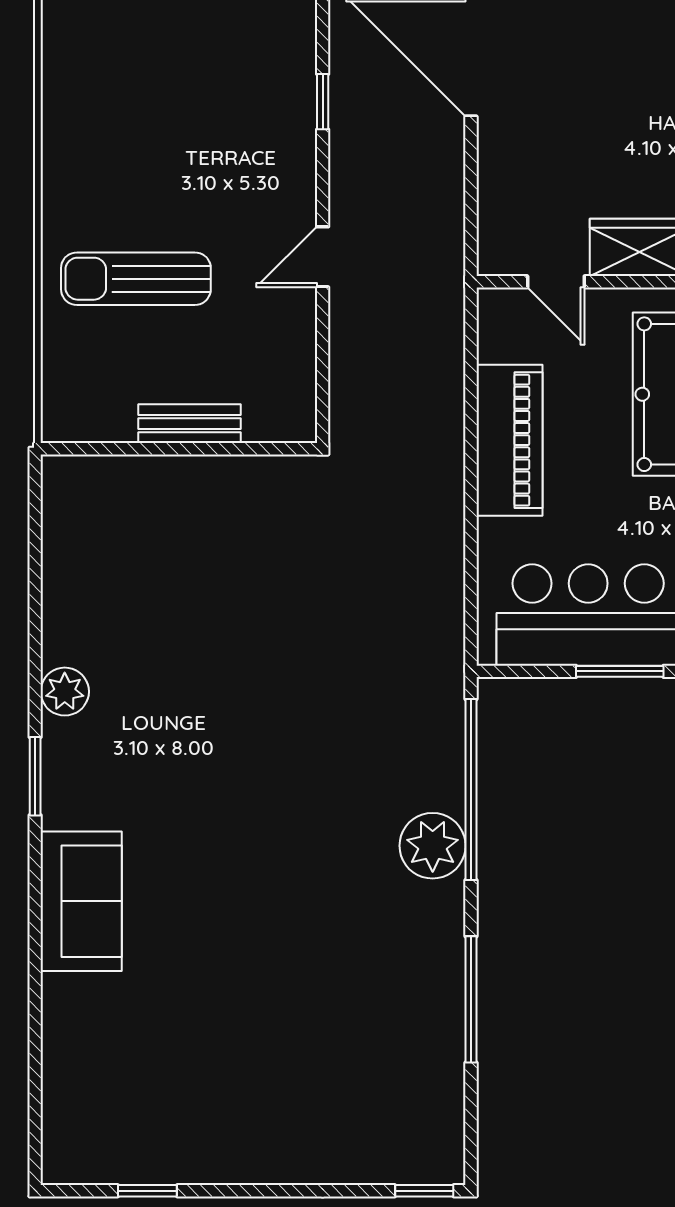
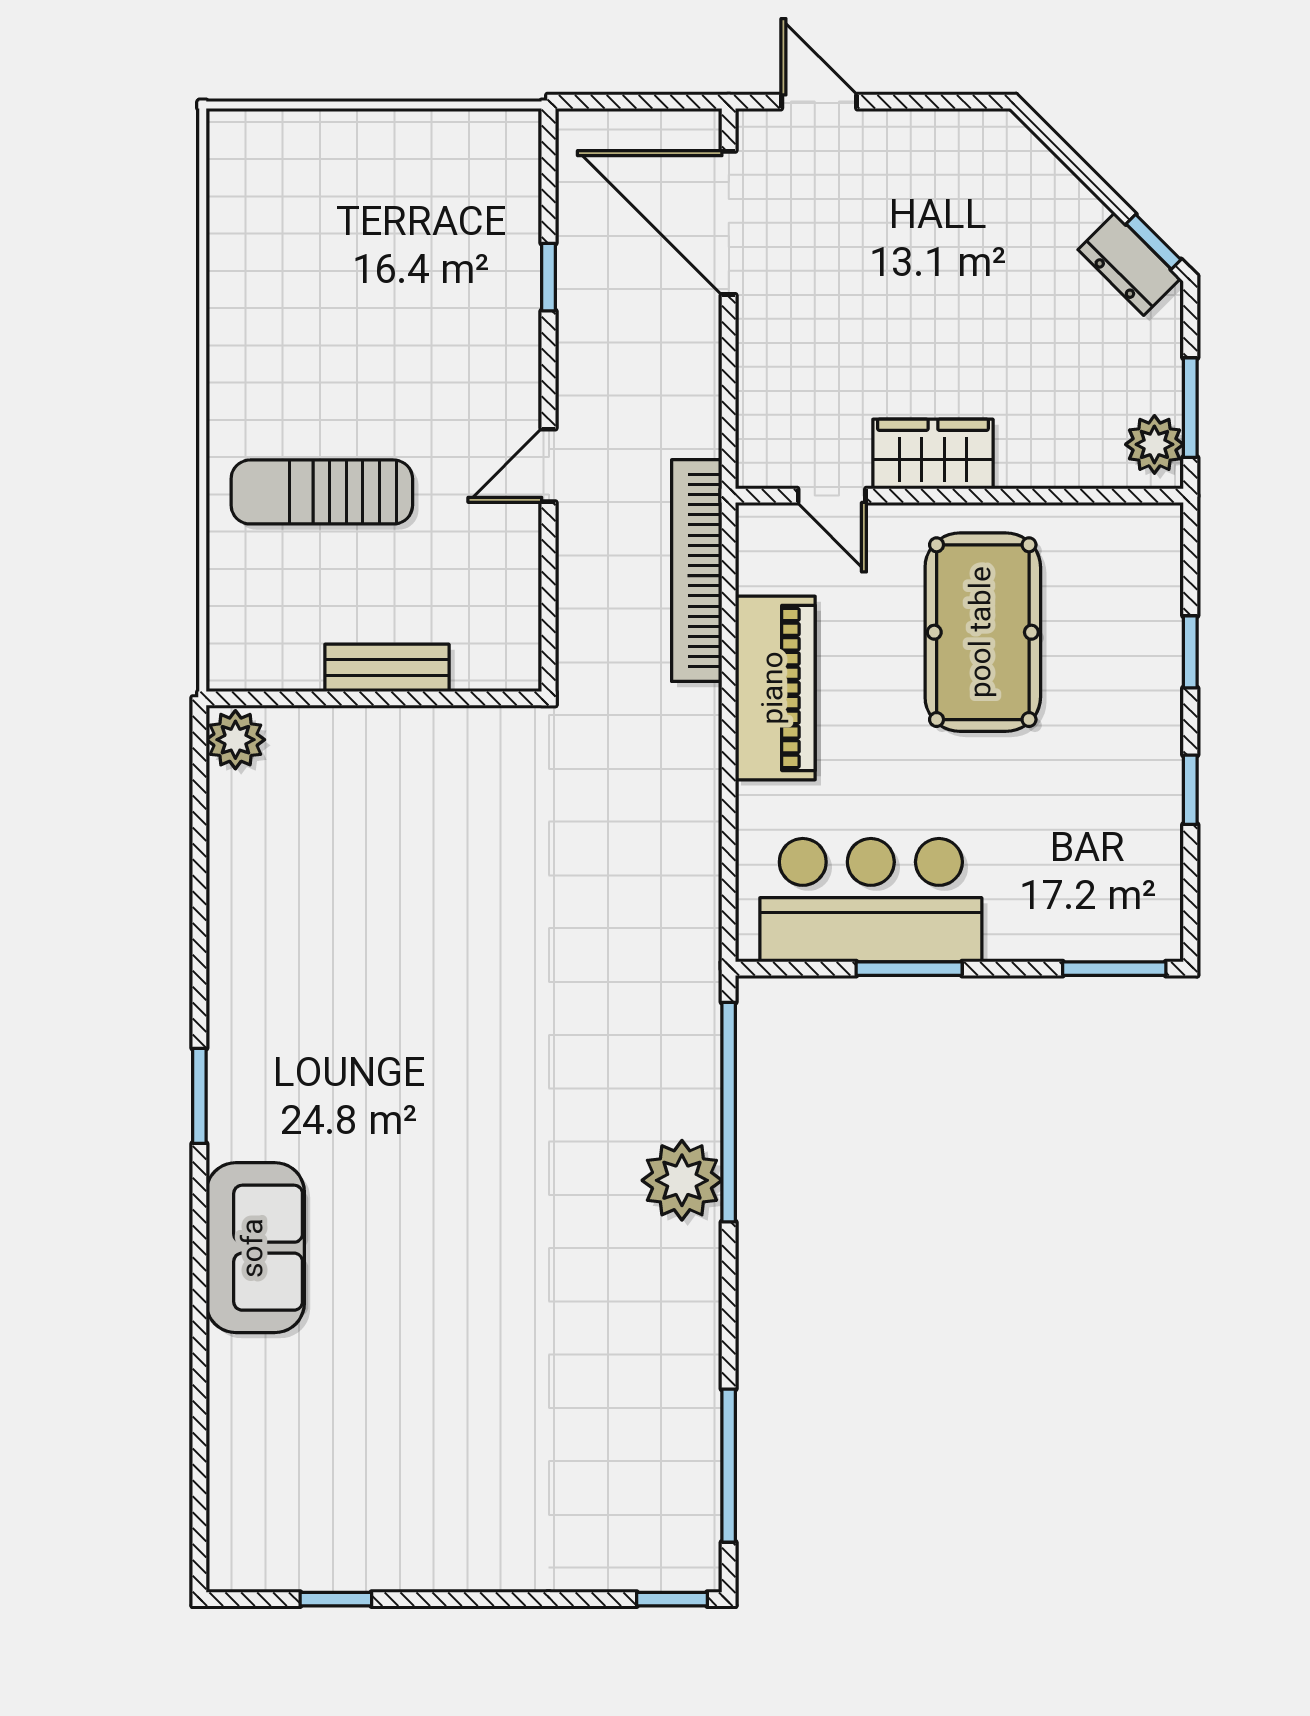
bookcase: (445, 343) -> (697, 571), added
plant: (65, 692) -> (235, 740), moved
window: (471, 999) -> (729, 1466), moved

